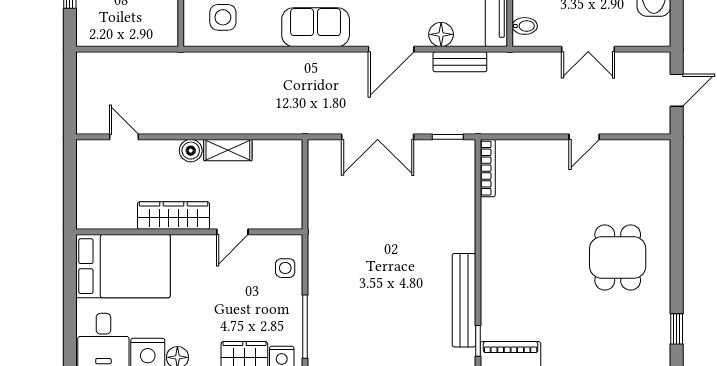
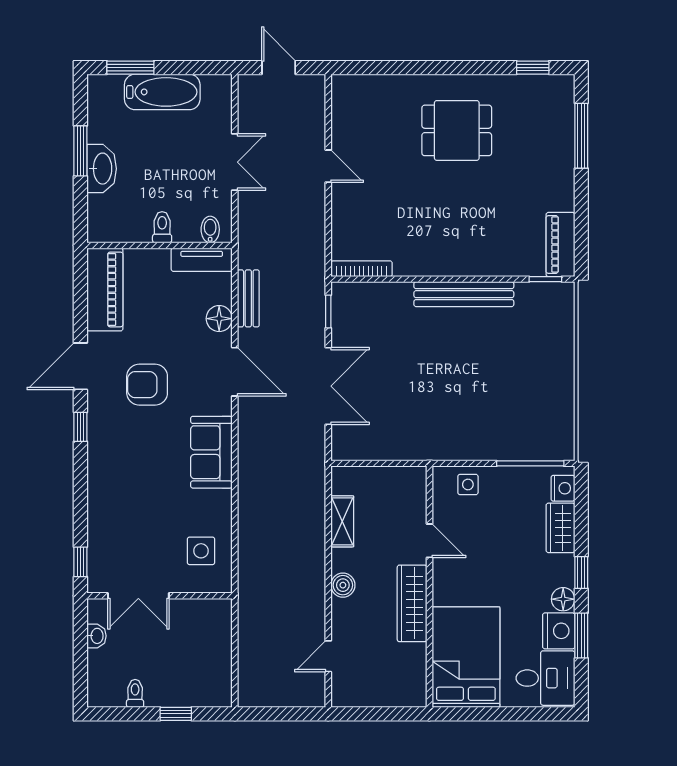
shelving: (228, 150) -> (342, 521), moved
bench: (464, 300) -> (464, 294), moved

